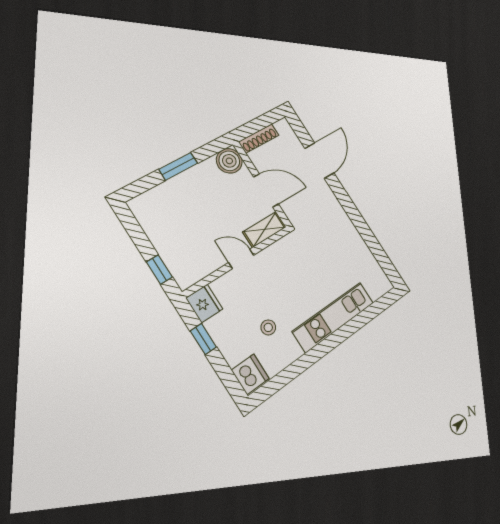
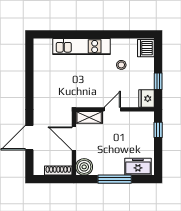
window: (178, 166) -> (115, 179), width x1.44
freezer: (156, 201) -> (138, 167), added
door: (241, 259) -> (112, 109), swing flipped

